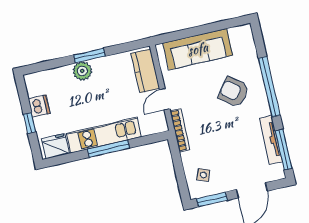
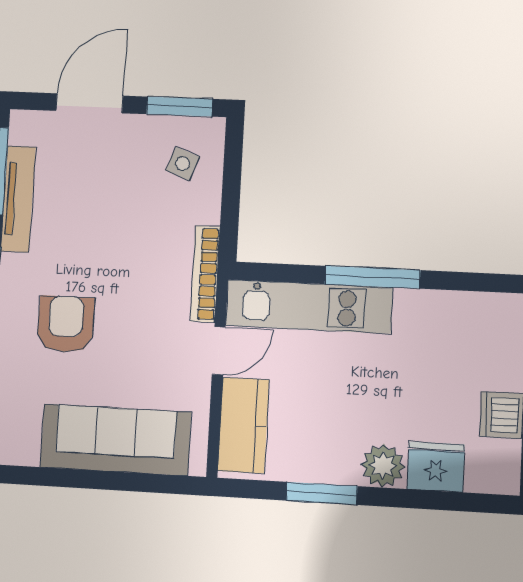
window: (89, 56) -> (322, 493), moved
armchair: (234, 92) -> (66, 324), turned -127
kitchen unit: (104, 135) -> (309, 307), moved
fridge: (56, 146) -> (436, 467), moved, turned 180

